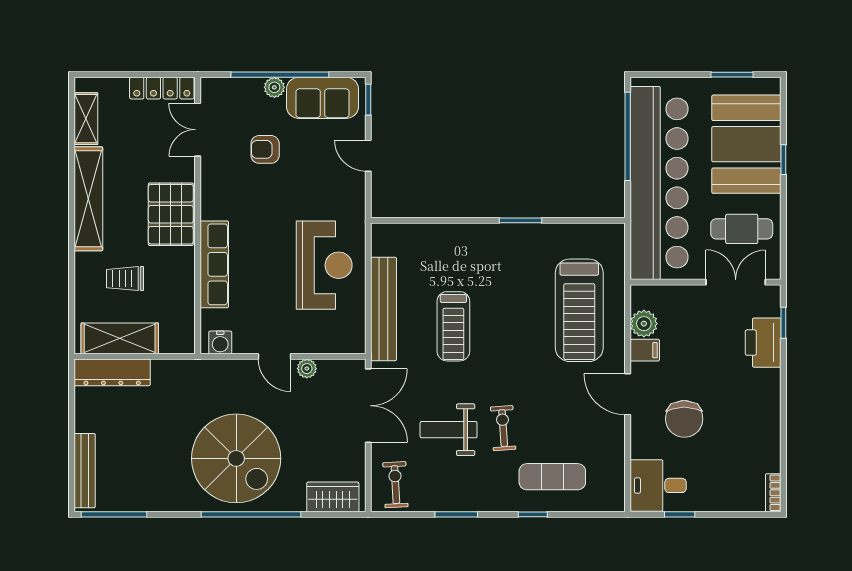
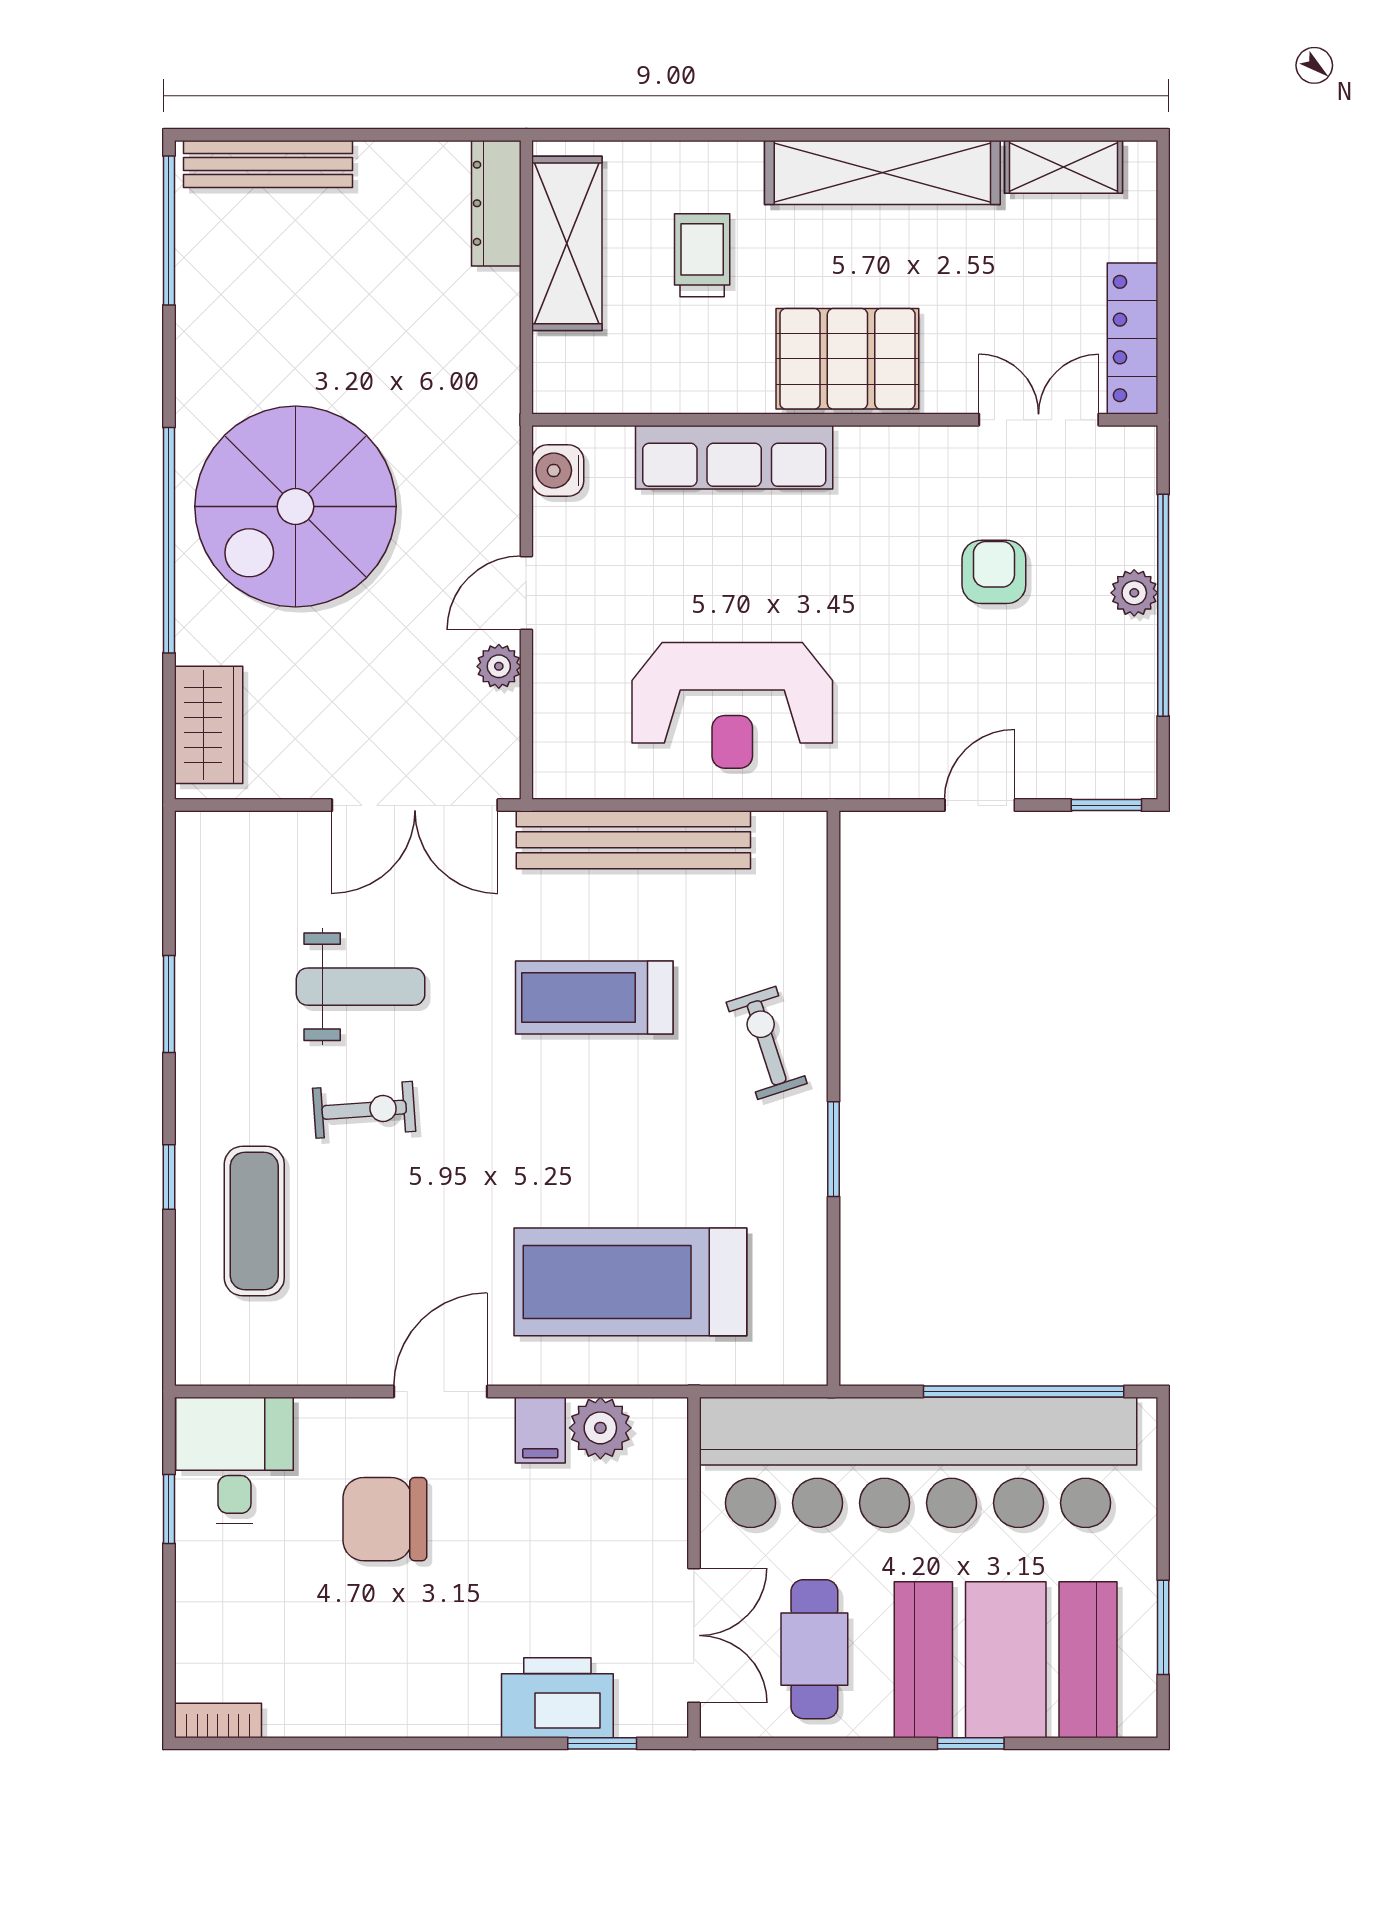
sofa: (323, 98) -> (1111, 702), removed
dresser: (112, 372) -> (496, 203), width x0.73, depth x0.80
weight bench: (449, 430) -> (361, 987), turned 90
exercise bike: (395, 485) -> (767, 1043), moved, turned -105

